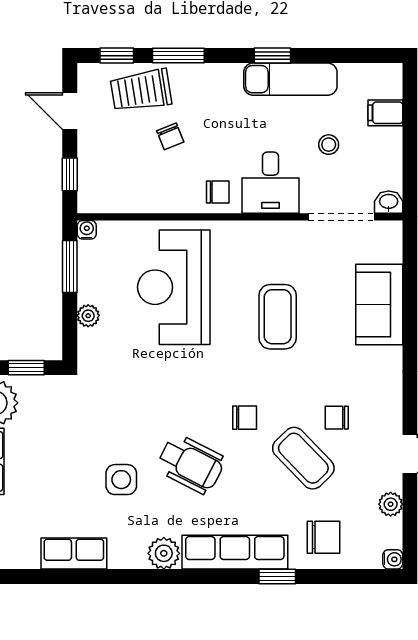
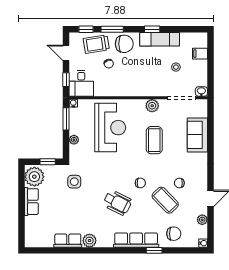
desk: (270, 183) -> (81, 83), moved
chair: (218, 192) -> (124, 44), moved, width x1.87, depth x1.87
plant: (273, 236) -> (152, 106), added
reception desk: (174, 287) -> (110, 128), turned 180
side table: (121, 480) -> (74, 182), moved
plant: (164, 553) -> (89, 241), moved

